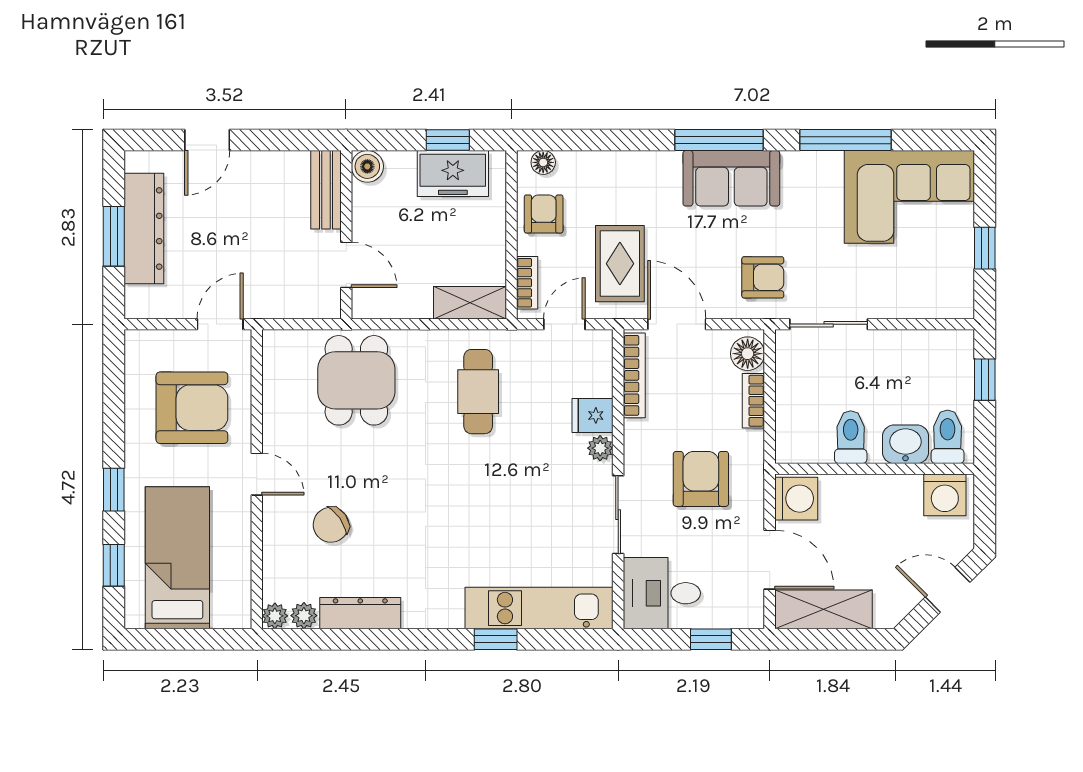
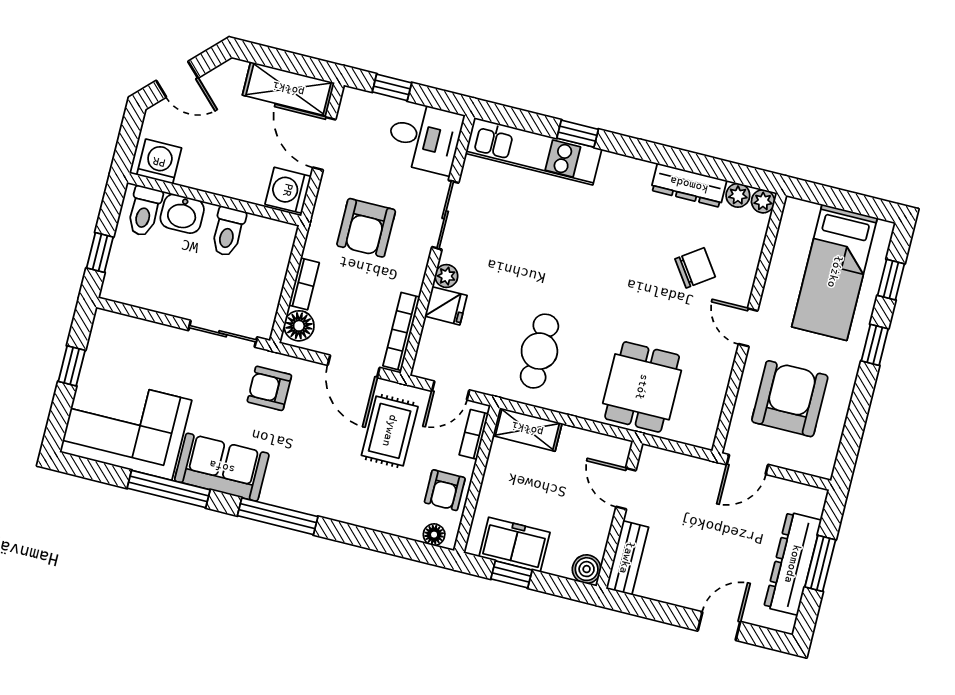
sofa: (731, 178) -> (222, 467), moved
armchair: (192, 408) -> (790, 399), turned 90

